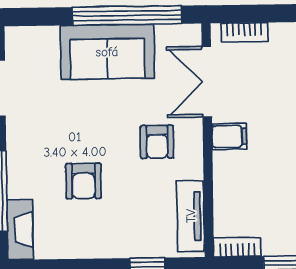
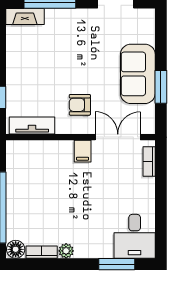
window: (127, 15) -> (161, 87), width x0.47
armchair: (84, 181) -> (55, 57), removed
bookcase: (237, 247) -> (12, 155), removed

